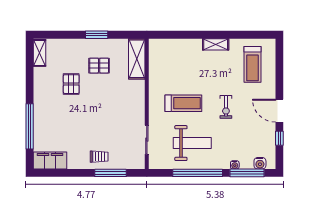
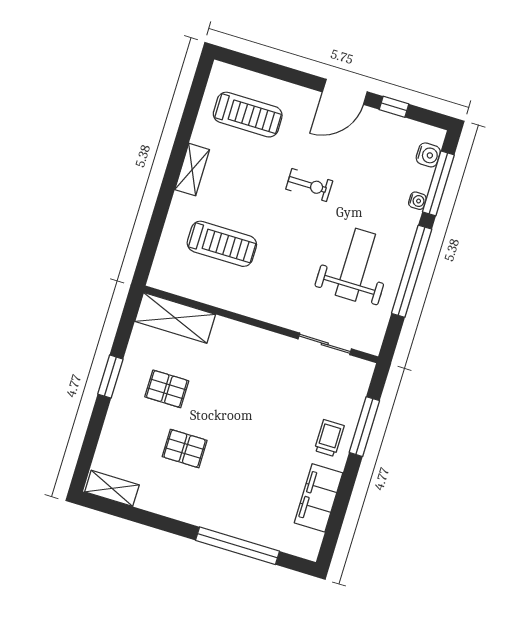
pallet: (99, 66) -> (167, 389), turned 90
treadmill: (183, 103) -> (222, 244), moved, turned 90
filing cabinet: (50, 160) -> (319, 498), moved

